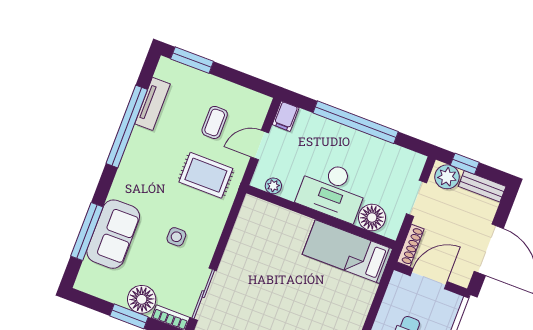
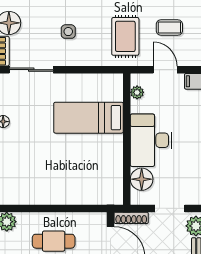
bed: (347, 252) -> (89, 118), moved, turned -90

